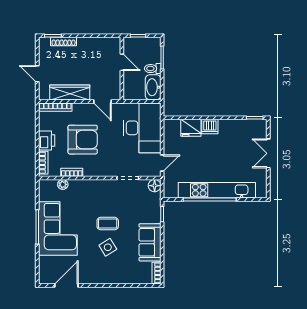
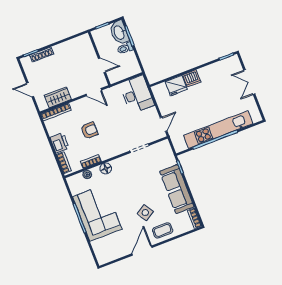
door: (122, 62) -> (102, 65), moved
washbasin: (153, 87) -> (119, 32), moved
wardrobe: (70, 93) -> (58, 97), width x0.67
desk: (142, 128) -> (137, 94), width x0.73, depth x0.77
armchair: (83, 140) -> (89, 130), width x0.53, depth x0.53
floor lamp: (155, 186) -> (106, 168), moved
coffee table: (108, 224) -> (163, 230), moved
sofa: (150, 242) -> (177, 189), width x1.36
door: (66, 285) -> (142, 251), moved

